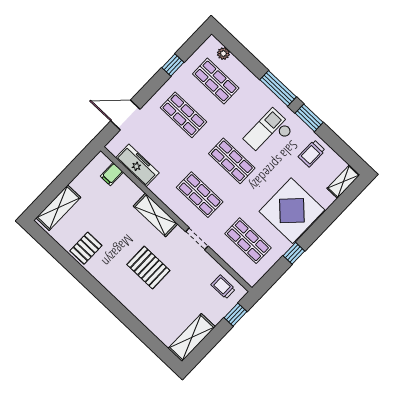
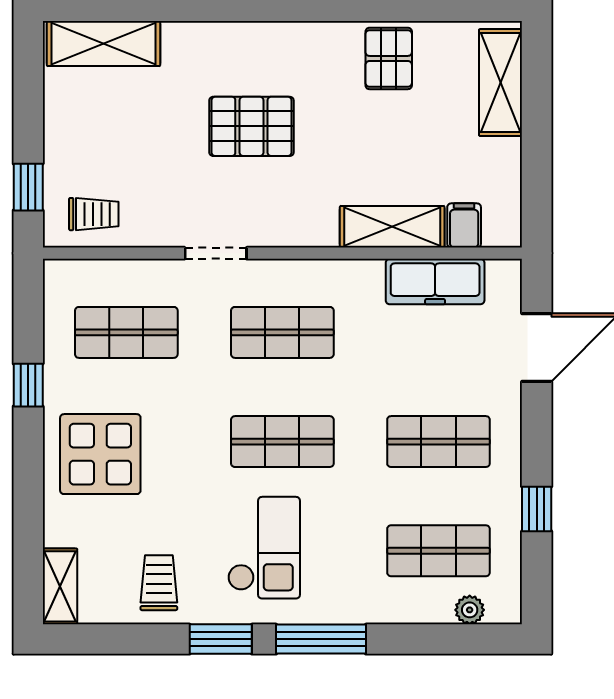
display table: (292, 211) -> (100, 454), width x0.73, depth x0.73
shelving: (155, 215) -> (392, 227), moved
shelving: (192, 338) -> (103, 44), moved, turned 90

